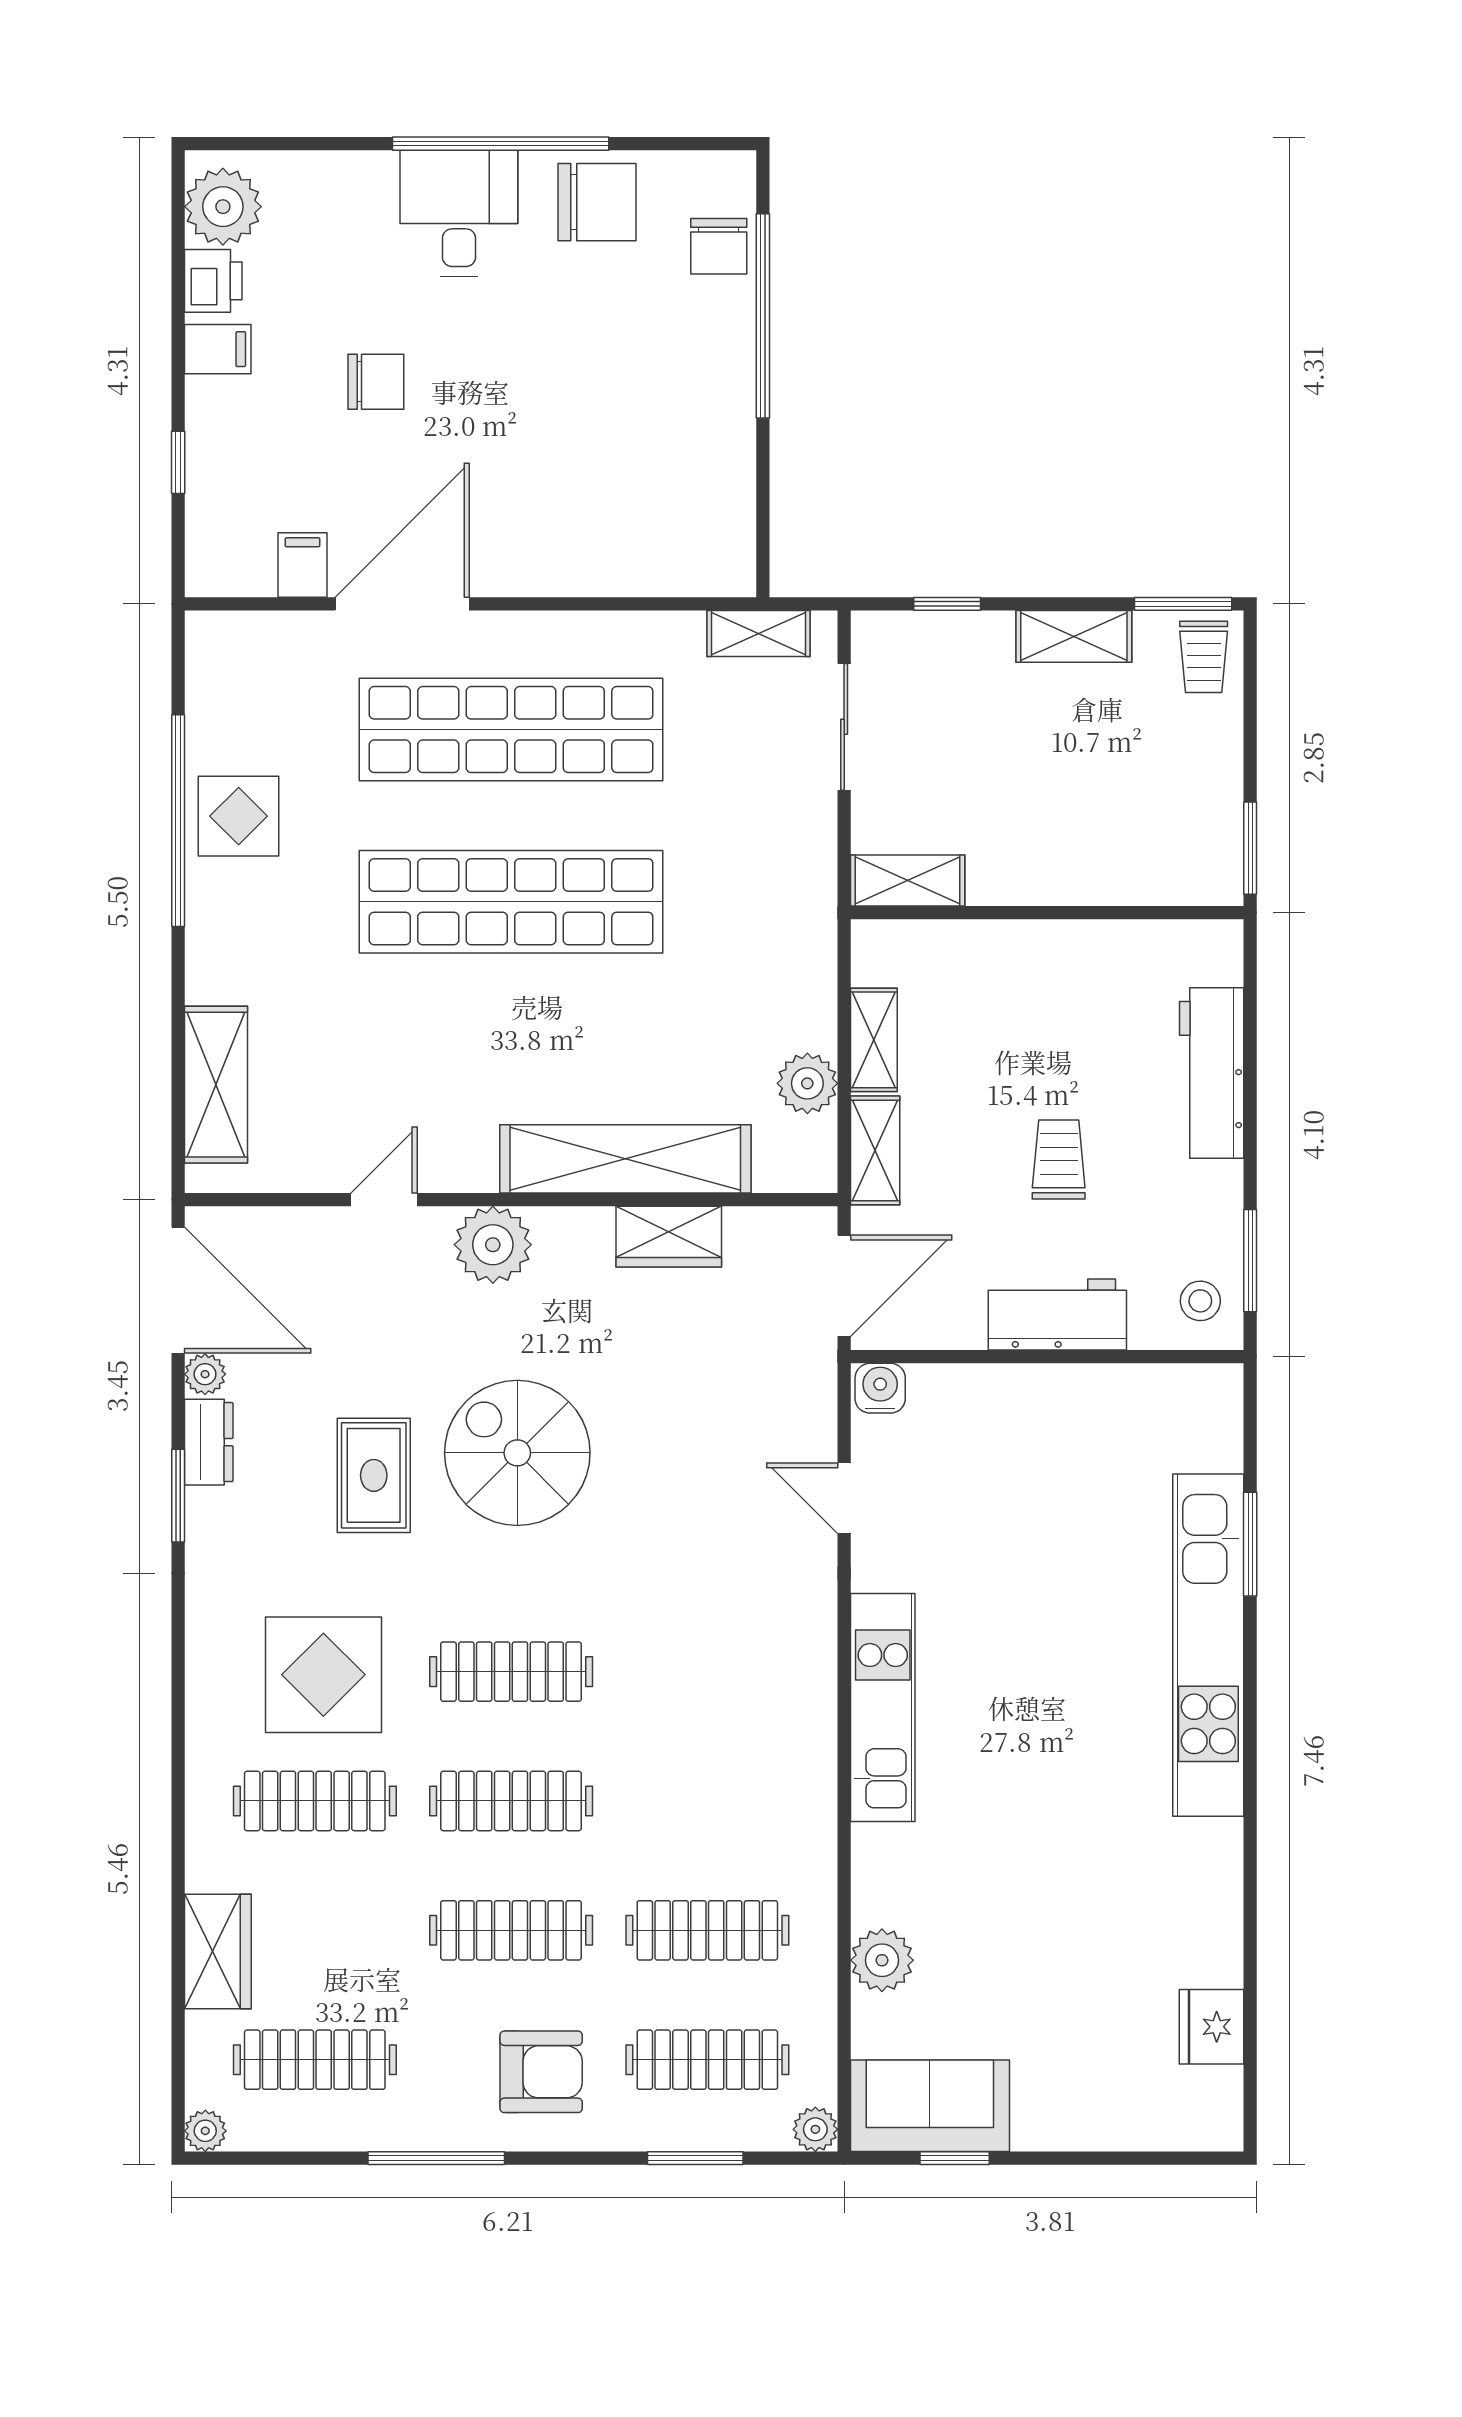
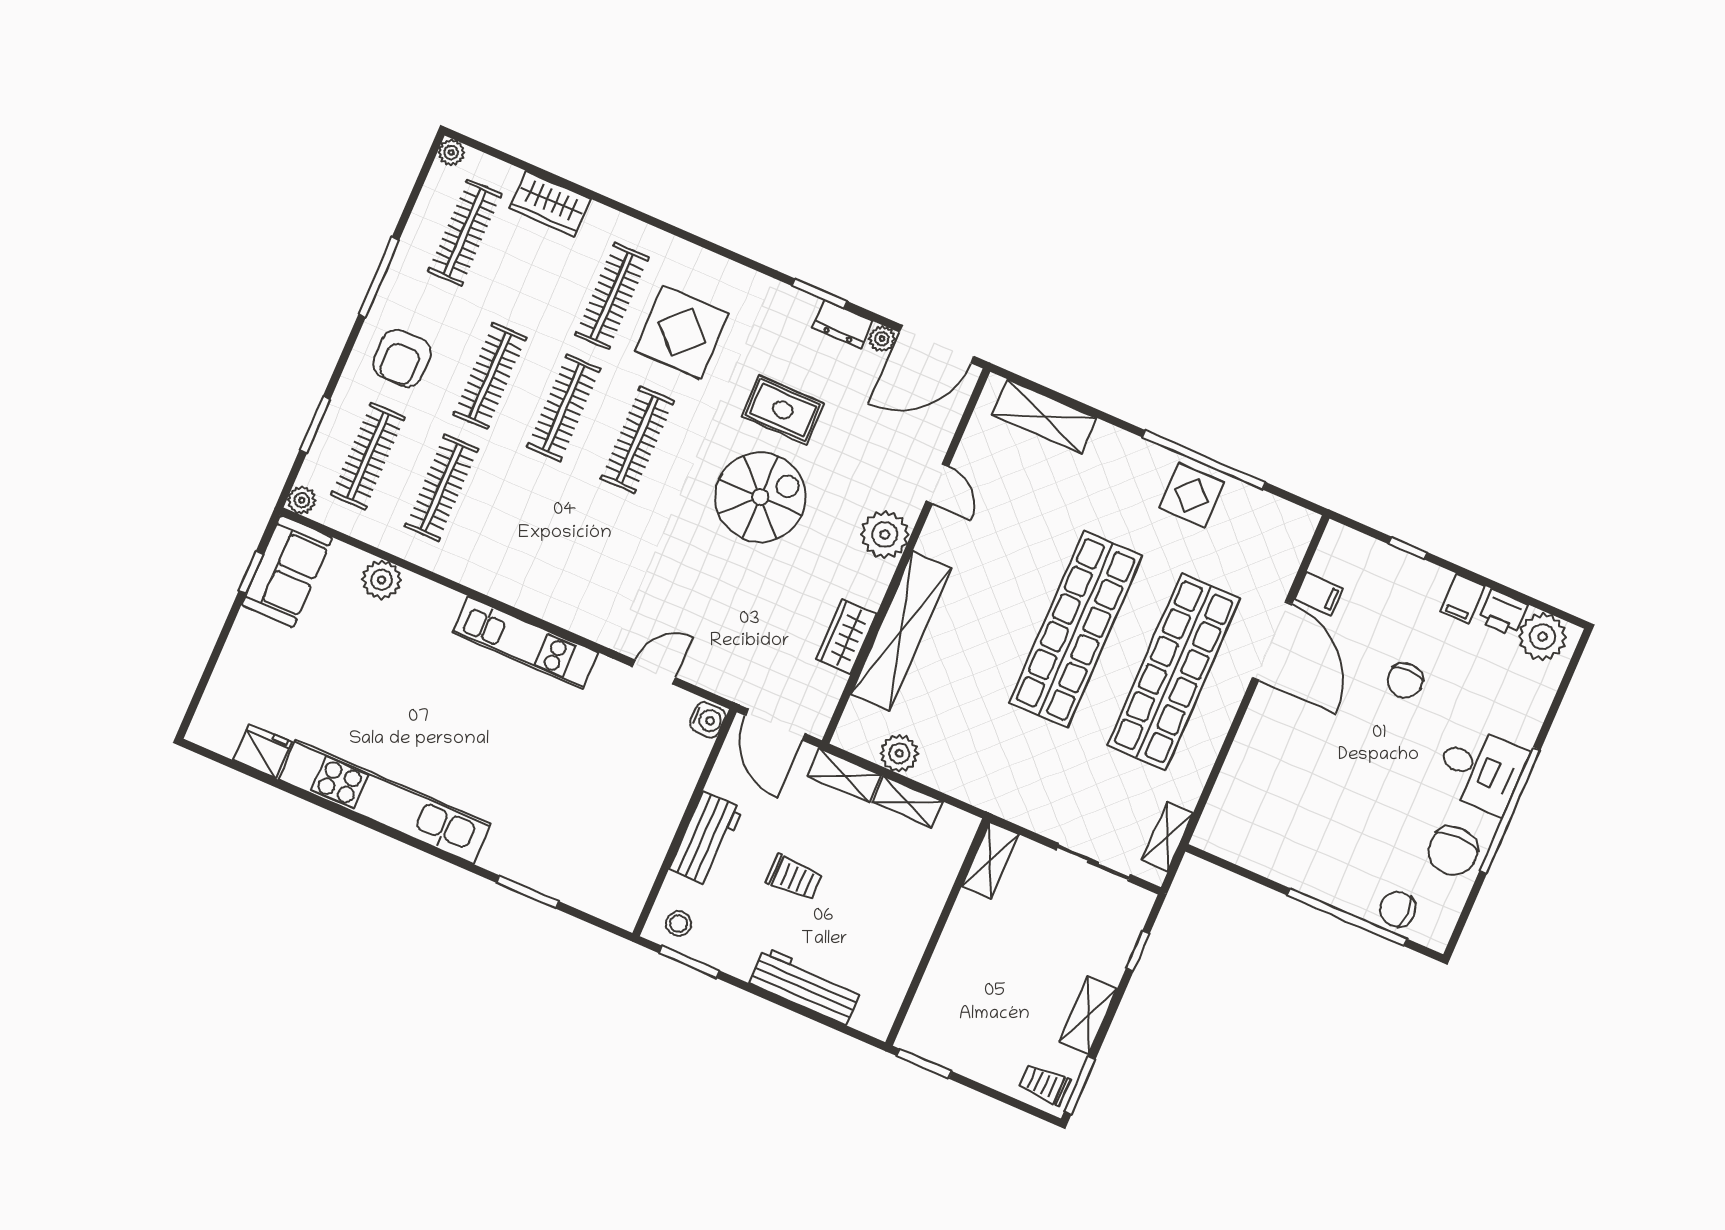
kitchen unit: (1208, 1645) -> (384, 802), moved

